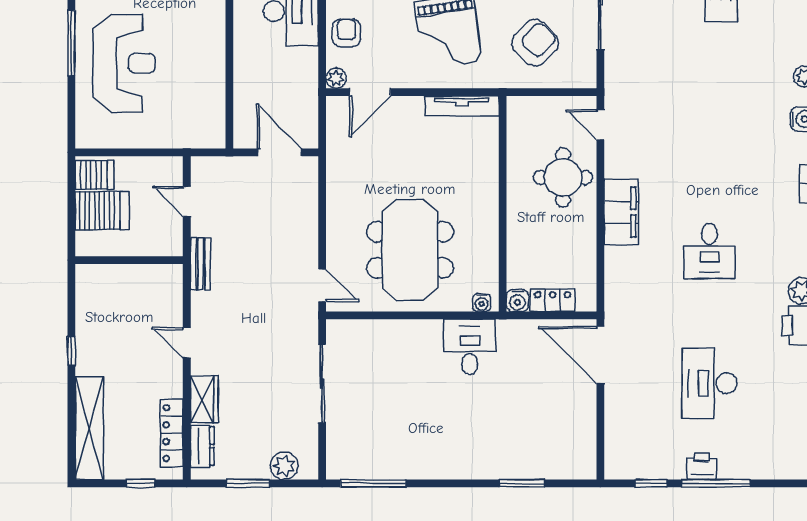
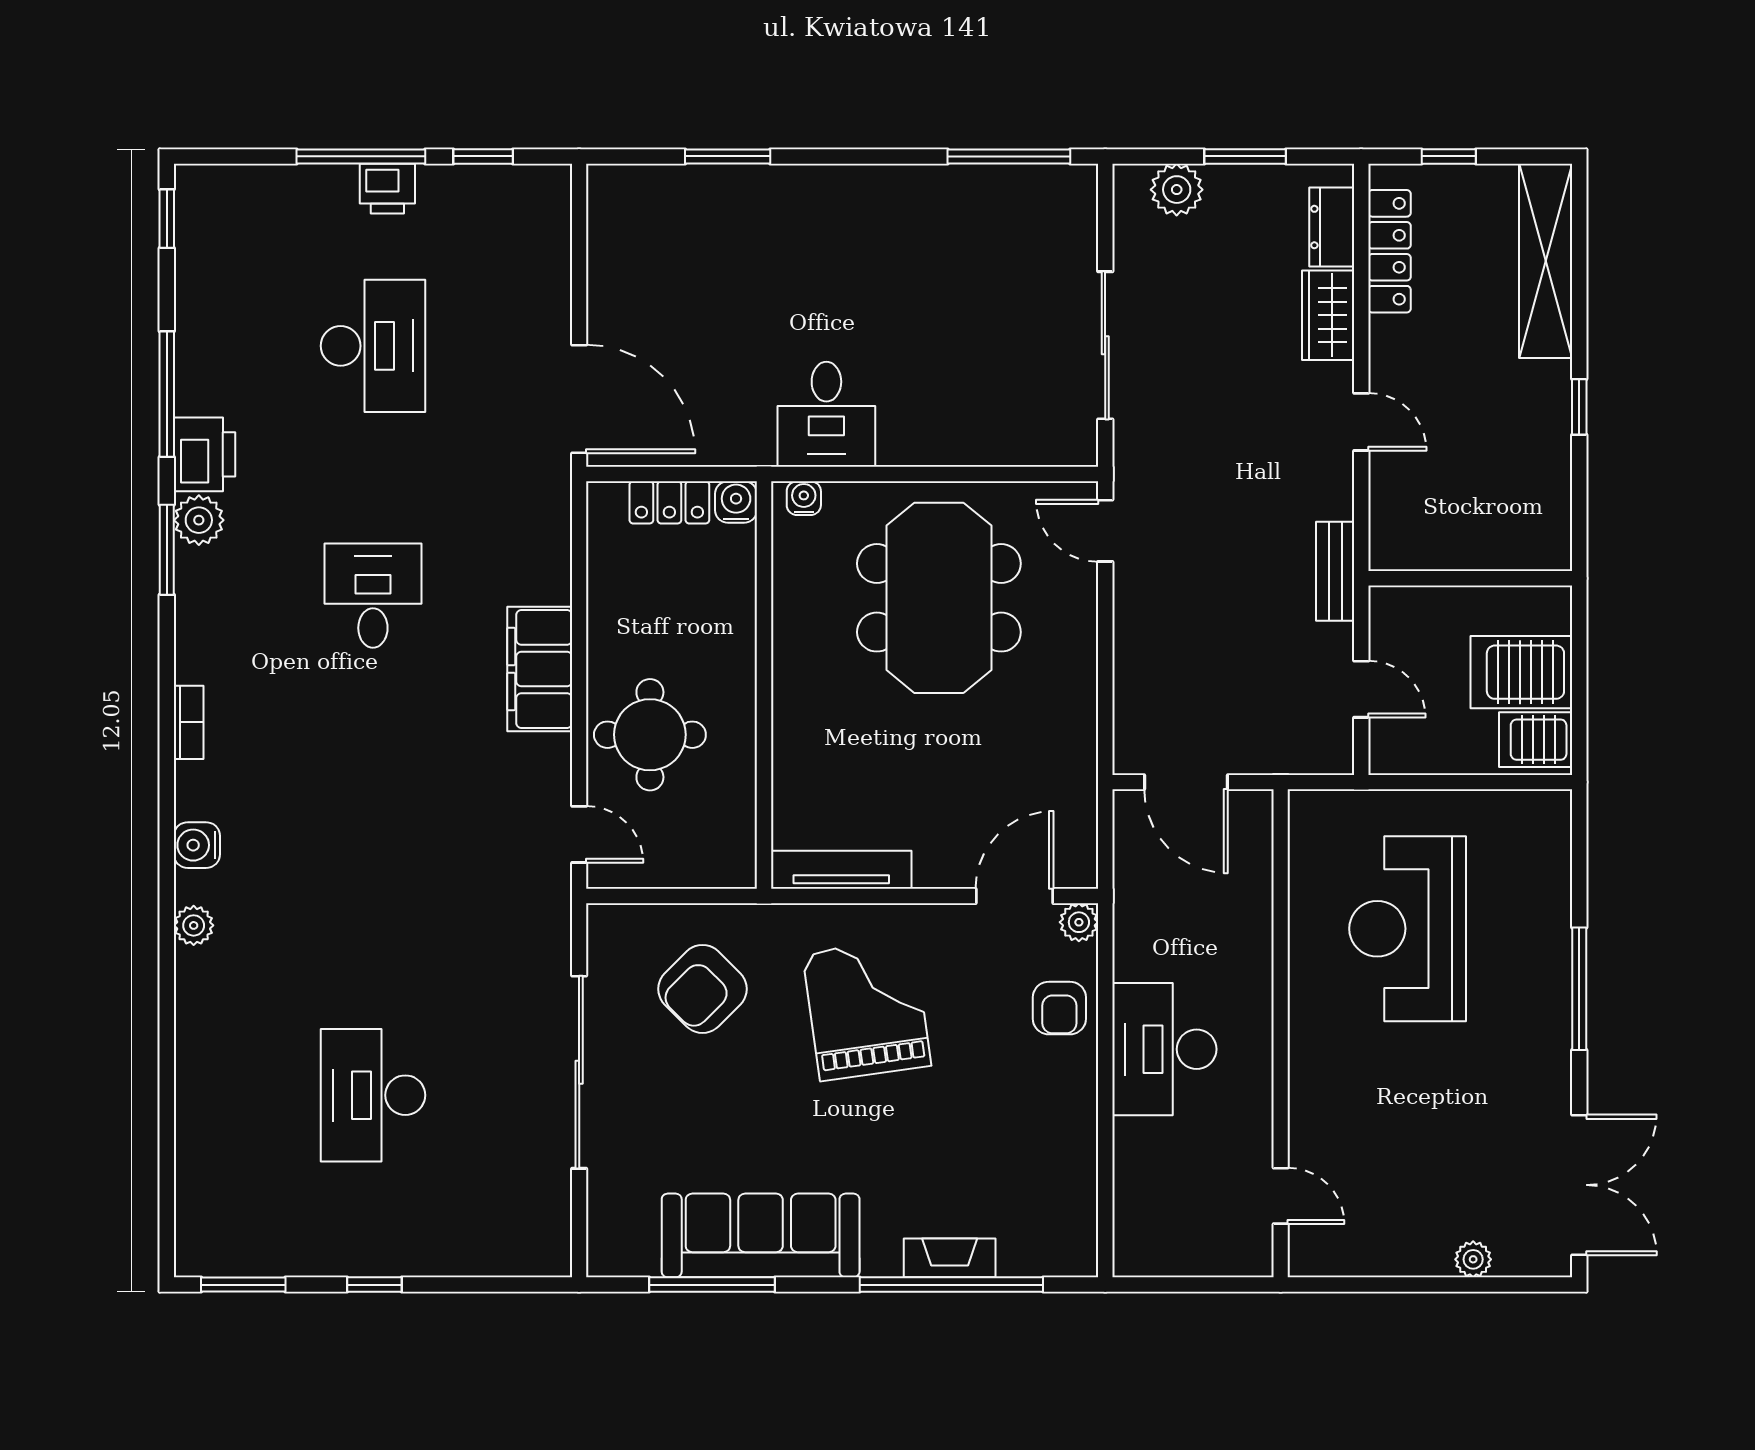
reception desk: (124, 63) -> (1408, 929), moved

